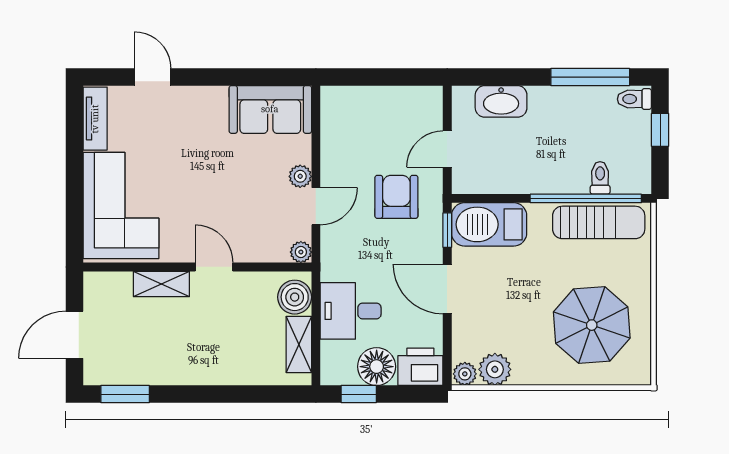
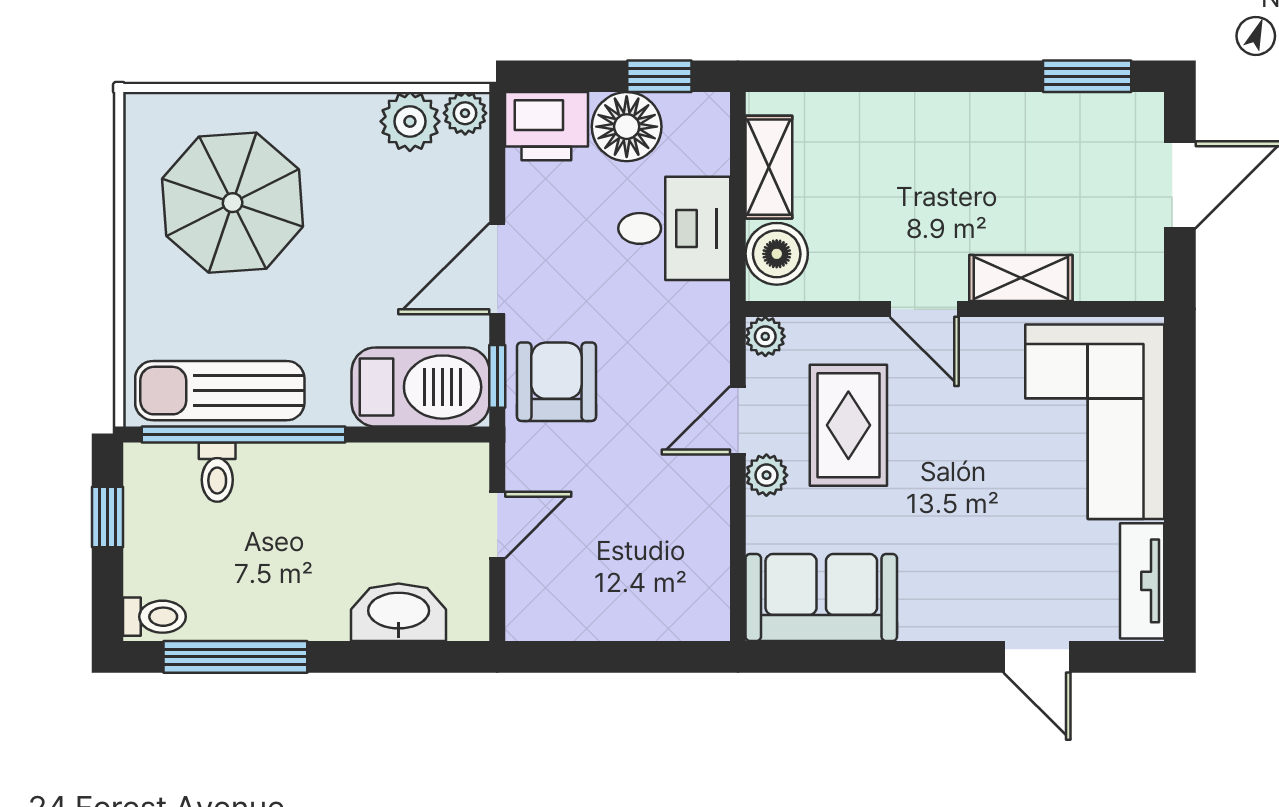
window: (660, 130) -> (107, 517), moved
armchair: (396, 197) -> (556, 382), moved, turned 180
rug: (256, 204) -> (848, 425), added
door: (447, 289) -> (497, 269), swing flipped

